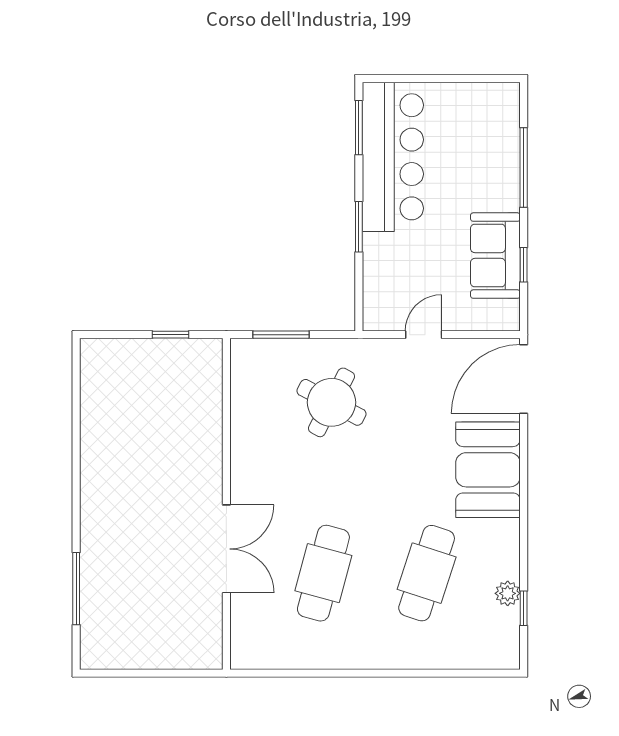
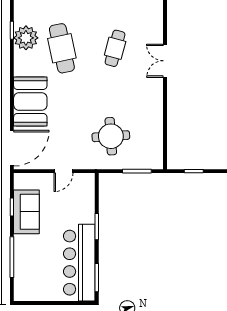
round table: (332, 402) -> (111, 136), turned -32
double door: (226, 549) -> (165, 61), width x0.73
cafe table: (323, 573) -> (115, 48), width x0.73, depth x0.74
cafe table: (427, 573) -> (62, 48), turned -30
plant: (508, 593) -> (26, 38), width x1.88, depth x1.88

